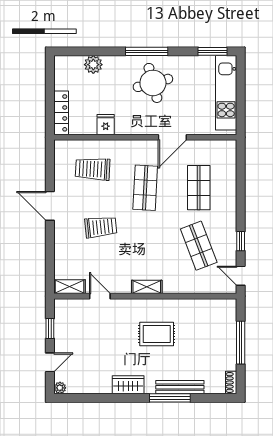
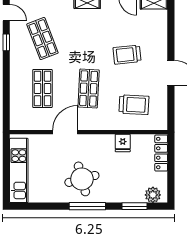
window: (213, 51) -> (135, 206), moved
plant: (93, 65) -> (153, 195), moved

